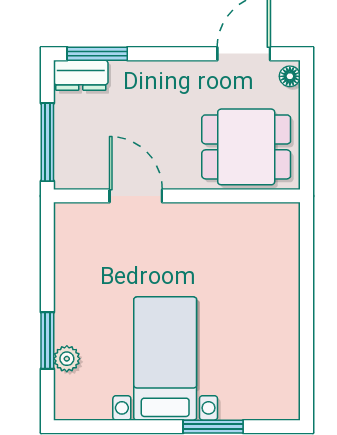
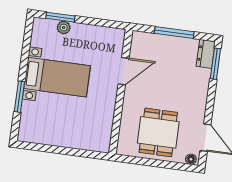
door: (136, 196) -> (124, 71), moved
wall: (177, 196) -> (121, 92), moved
window: (47, 341) -> (60, 17), moved

